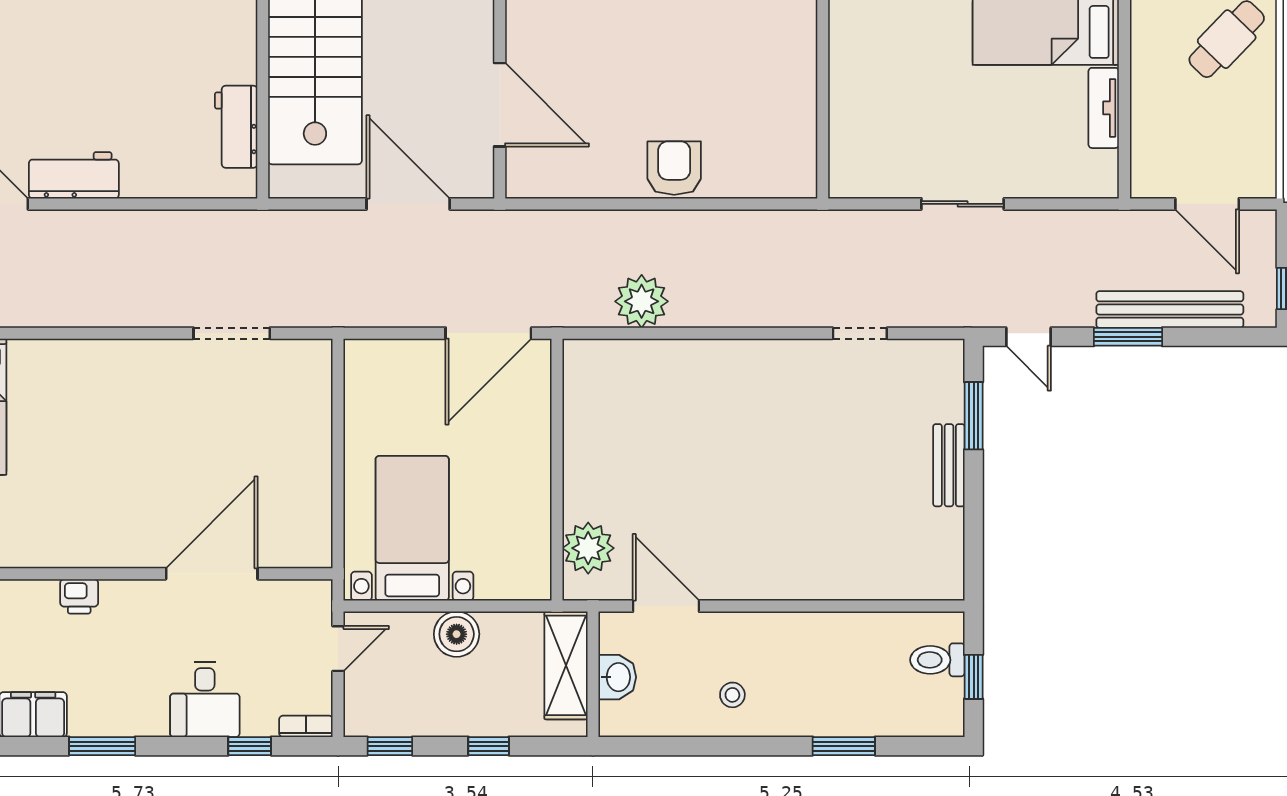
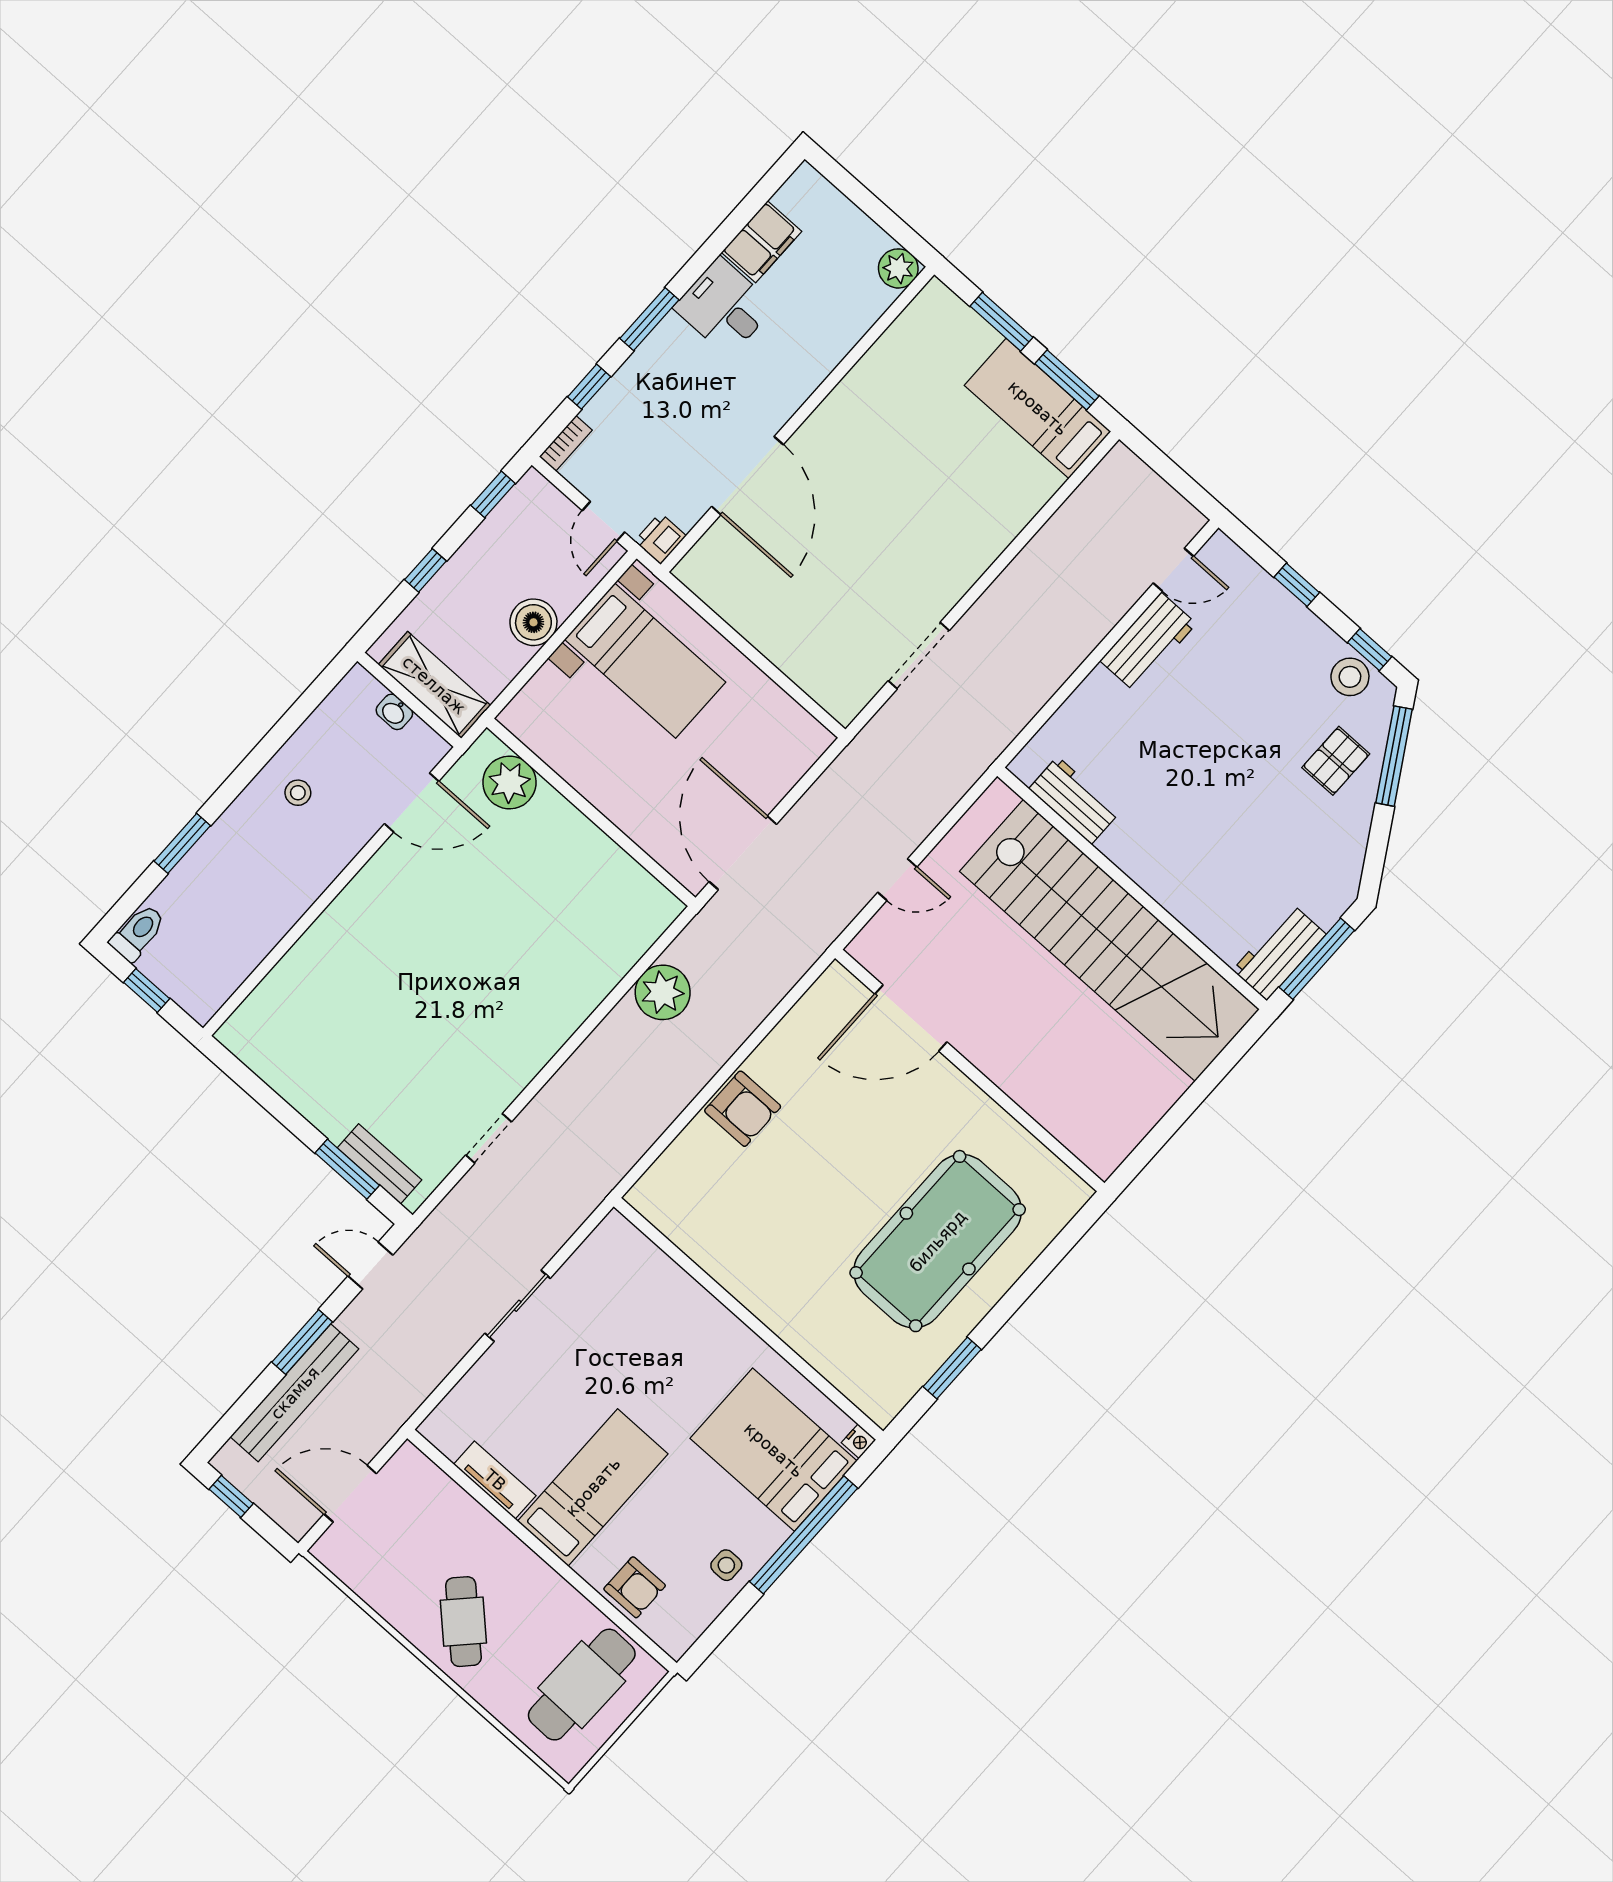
door: (408, 204) -> (897, 880), width x0.53
bench: (949, 465) -> (379, 1164), moved
printer: (79, 596) -> (660, 539), moved
toilet: (937, 660) -> (138, 933), moved
washbasin: (617, 677) -> (394, 712), width x0.72, depth x0.69
desk: (205, 700) -> (724, 307), moved
window: (102, 746) -> (649, 319), moved

